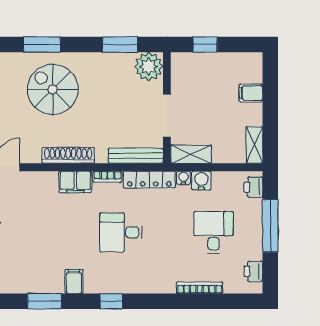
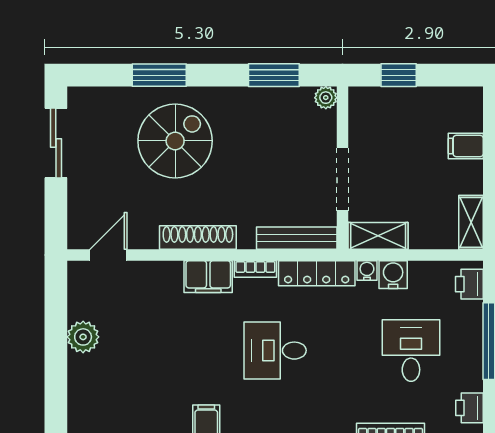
plant: (149, 67) -> (326, 98), width x0.53, depth x0.53
spiral stairs: (53, 89) -> (175, 141), turned 90

